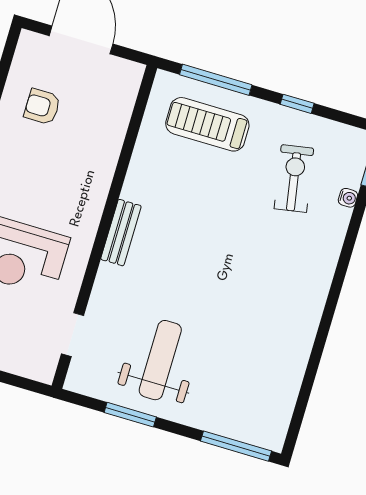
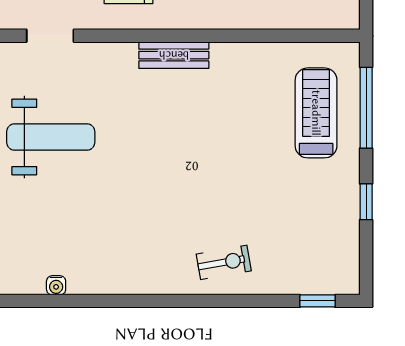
exercise bike: (294, 179) -> (224, 262), moved, width x0.73, depth x0.72
water cooler: (348, 198) -> (56, 285), moved

